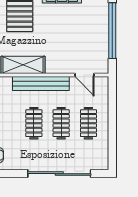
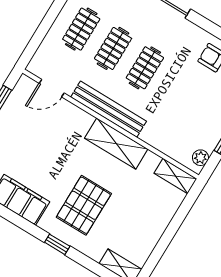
door: (84, 75) -> (52, 88), swing flipped

